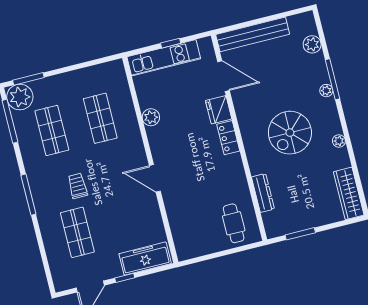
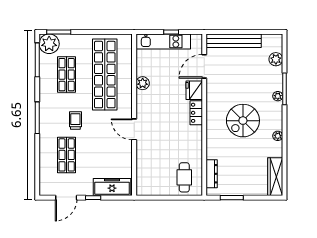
door: (224, 76) -> (204, 66), swing flipped
shop shelf: (100, 118) -> (105, 75), width x2.00, depth x1.36
dresser: (263, 193) -> (212, 174), moved

